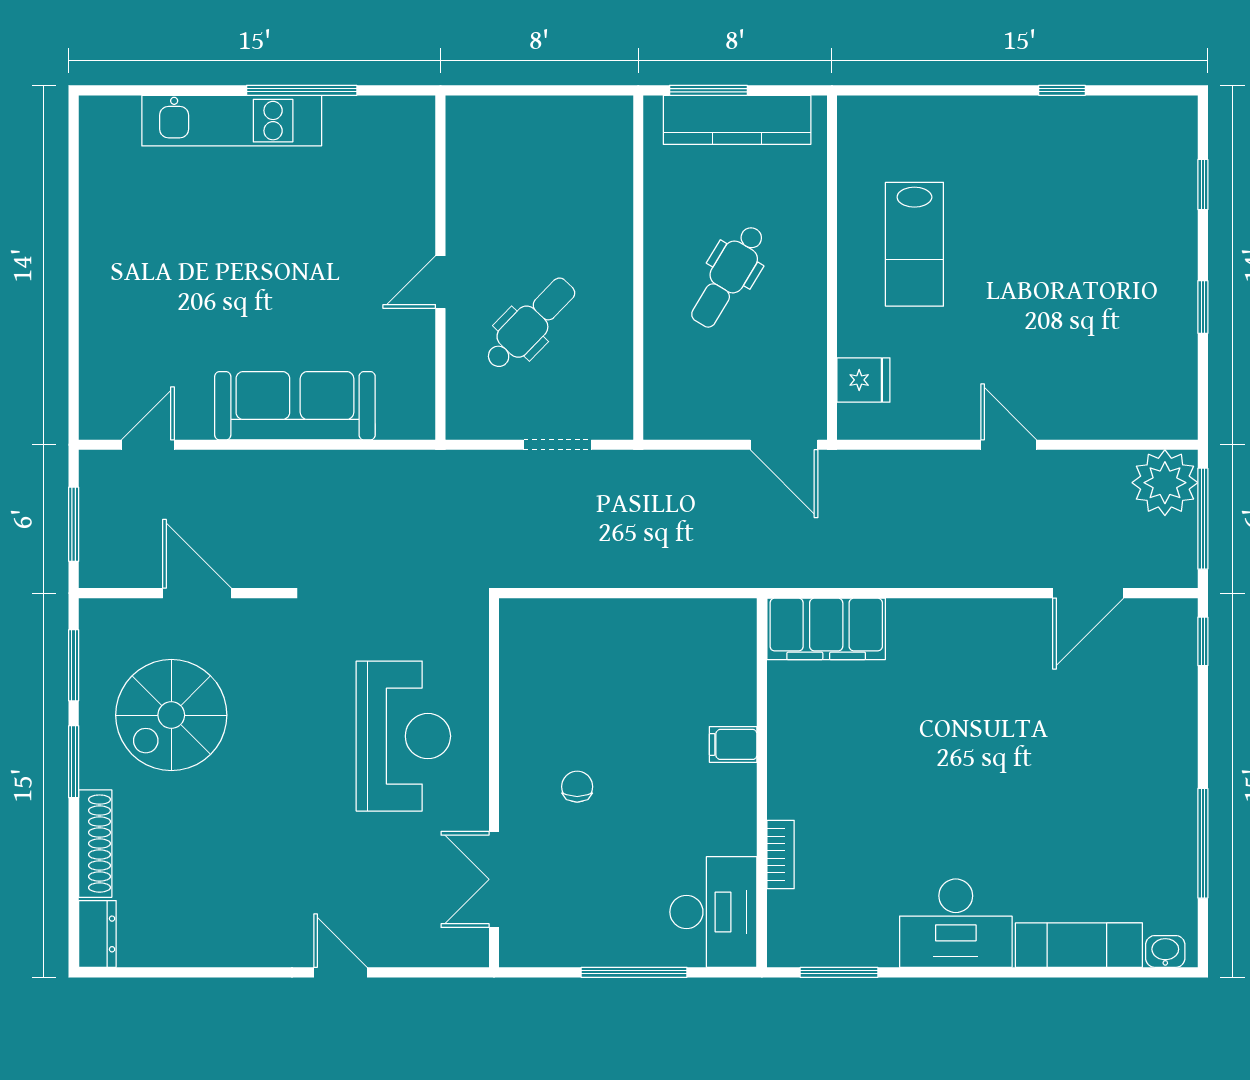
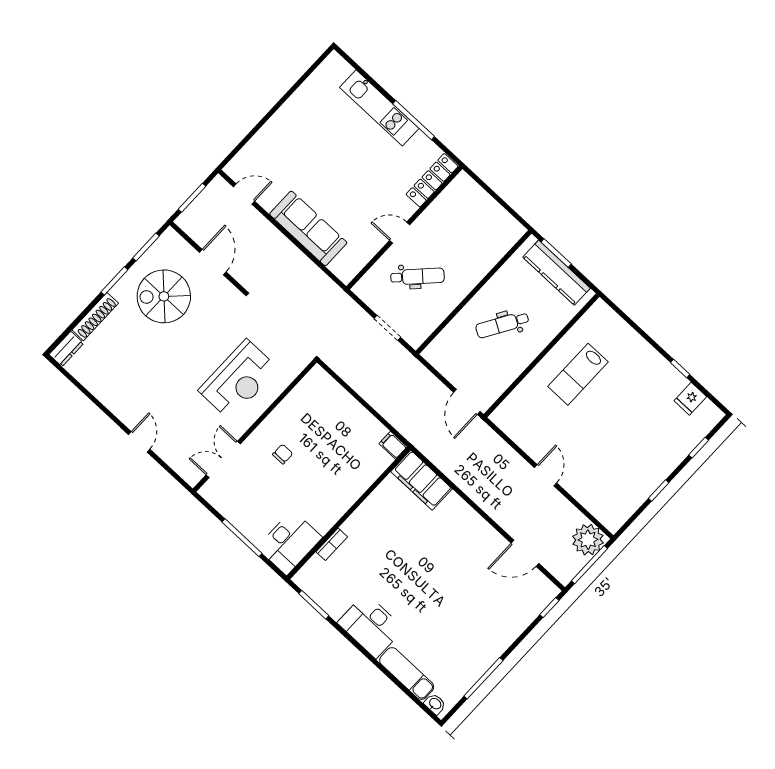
locker: (415, 156) -> (432, 180), added
fridge: (863, 380) -> (690, 399), moved, turned 90
filing cabinet: (733, 744) -> (393, 445), moved

